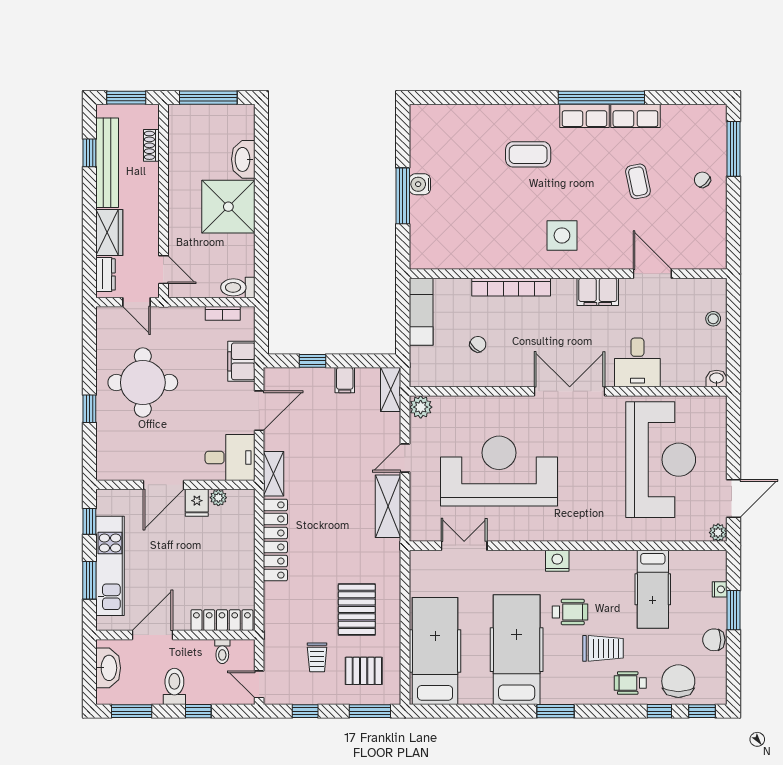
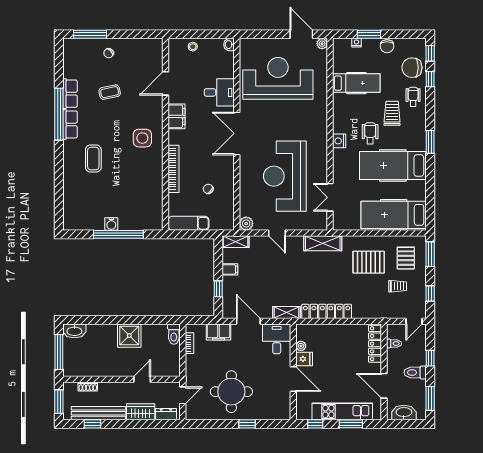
washbasin: (243, 159) -> (74, 331), moved
window: (403, 196) -> (118, 234), width x1.46
shower: (228, 207) -> (129, 336), width x0.73, depth x0.73
door: (163, 270) -> (142, 379), moved
shelving: (388, 506) -> (323, 243), moved
wheelchair: (630, 683) -> (413, 97), turned 180

